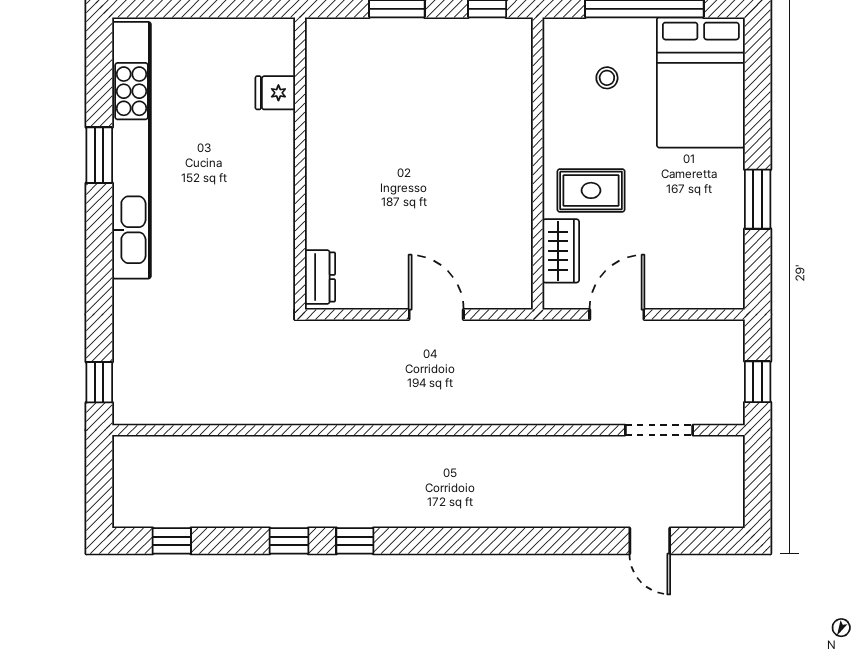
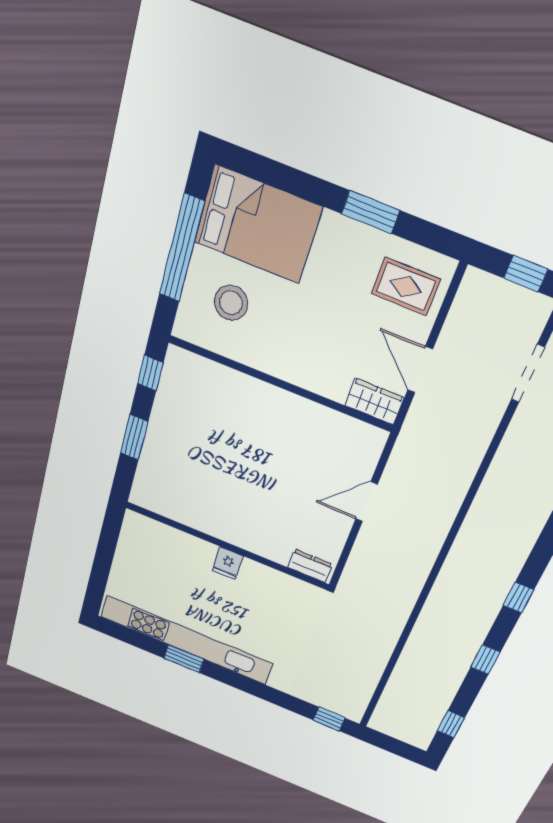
stool: (607, 78) -> (231, 303), width x1.89, depth x1.89
fridge: (275, 93) -> (228, 563), moved
rug: (591, 190) -> (406, 286), moved, turned 90
wardrobe: (561, 251) -> (374, 402), moved
window: (355, 541) -> (518, 598), moved

